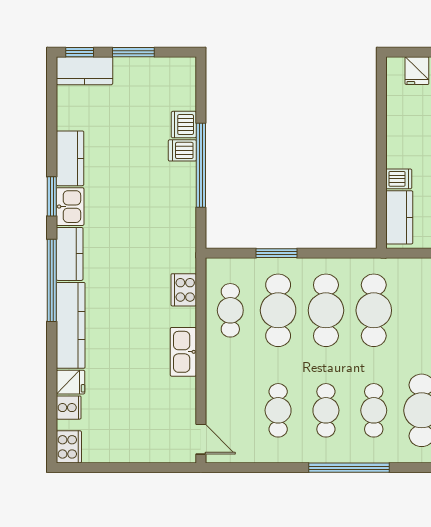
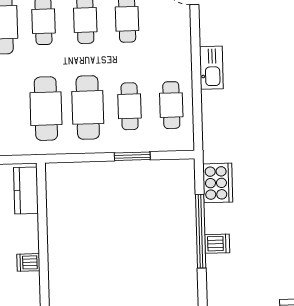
dishwasher: (184, 125) -> (216, 266), removed
dishwasher: (399, 179) -> (28, 262), moved
cooker: (184, 290) -> (218, 183), moved, width x1.37, depth x1.31
cafe table: (278, 310) -> (130, 106), width x0.73, depth x0.74

